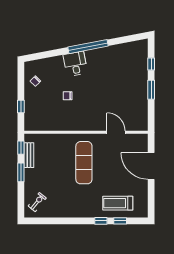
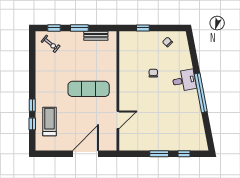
window: (21, 148) -> (54, 28), moved

